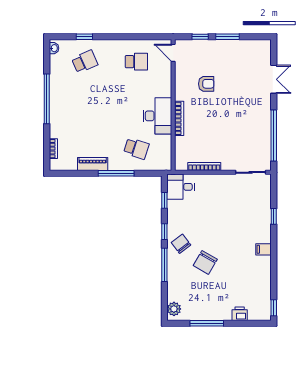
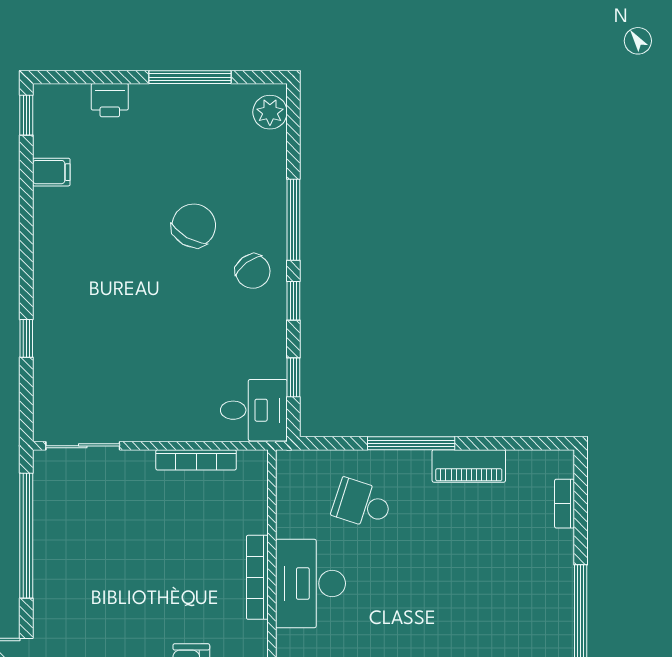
filing cabinet: (264, 249) -> (51, 172), moved

